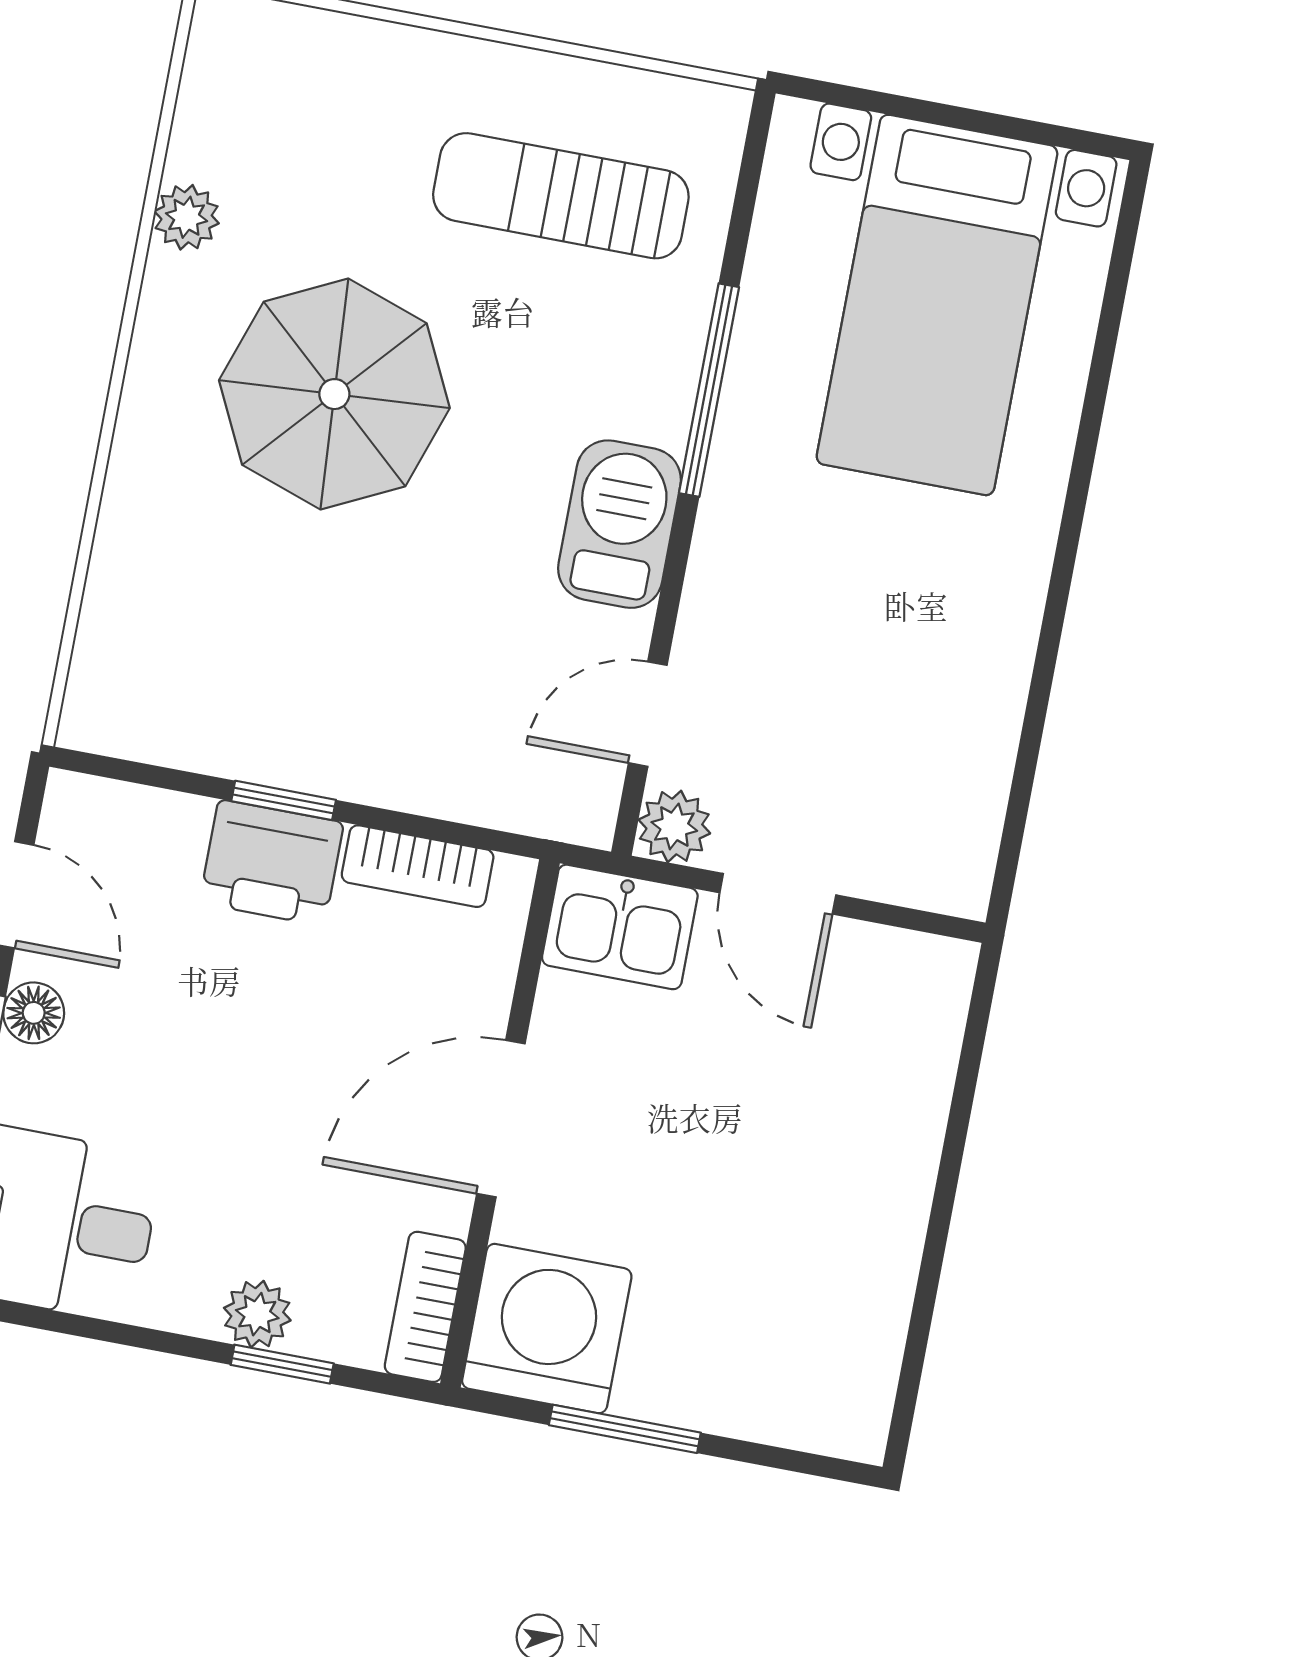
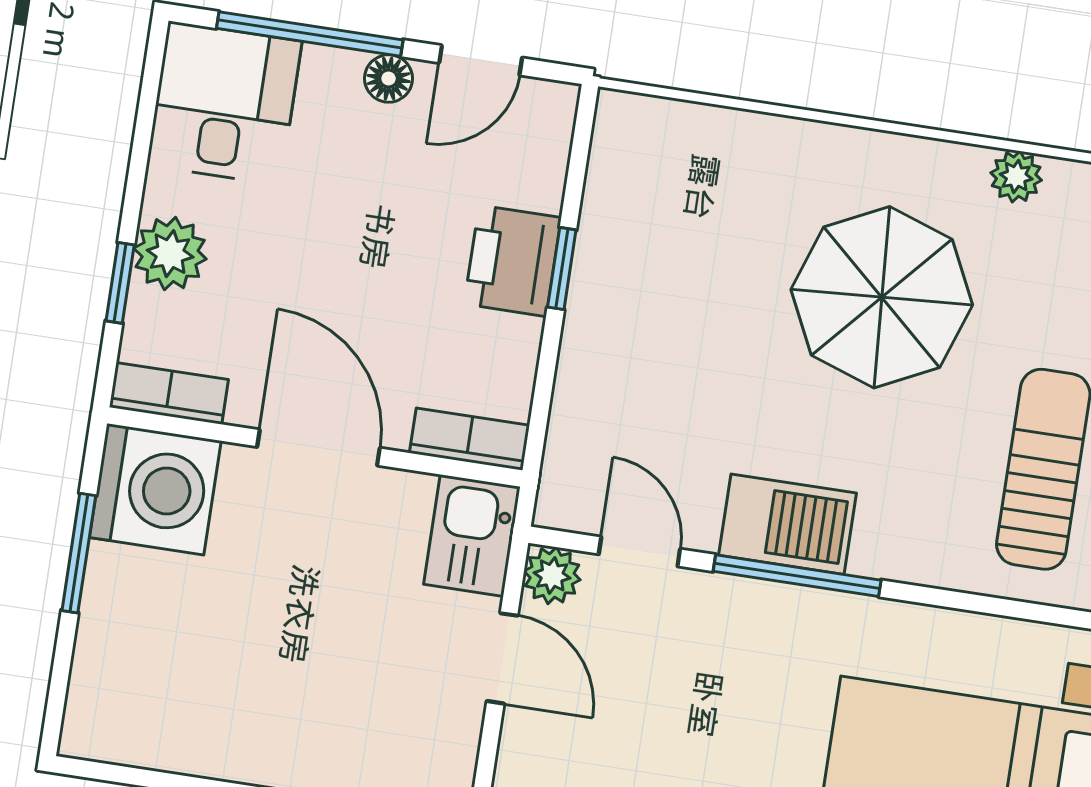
window: (709, 390) -> (797, 576), moved
bookcase: (418, 866) -> (469, 439), moved, turned 90
door: (778, 894) -> (502, 658), swing flipped
plant: (257, 1314) -> (170, 254), width x1.38, depth x1.38

